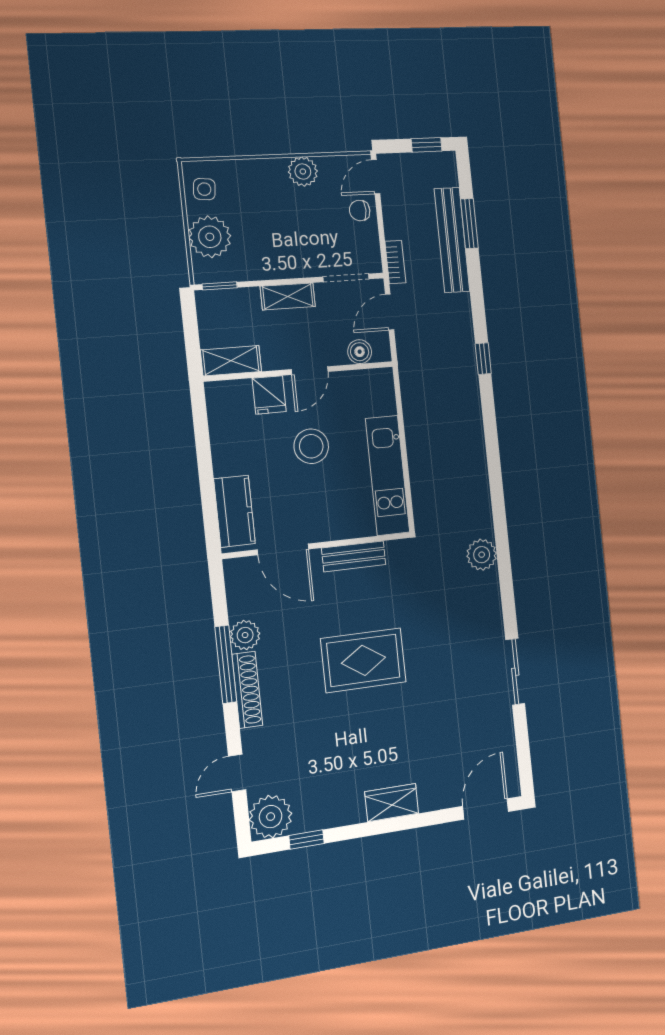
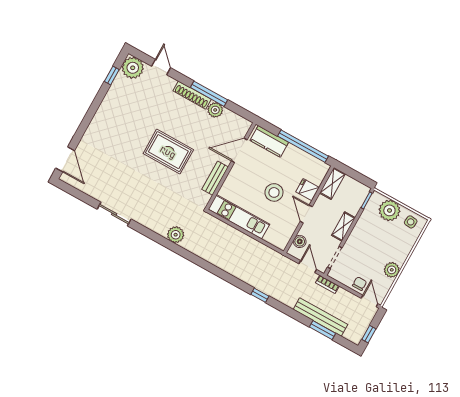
window: (203, 451) -> (303, 146), added
rug: (363, 660) -> (168, 152), turned 90
wardrobe: (392, 803) -> (99, 121), removed

